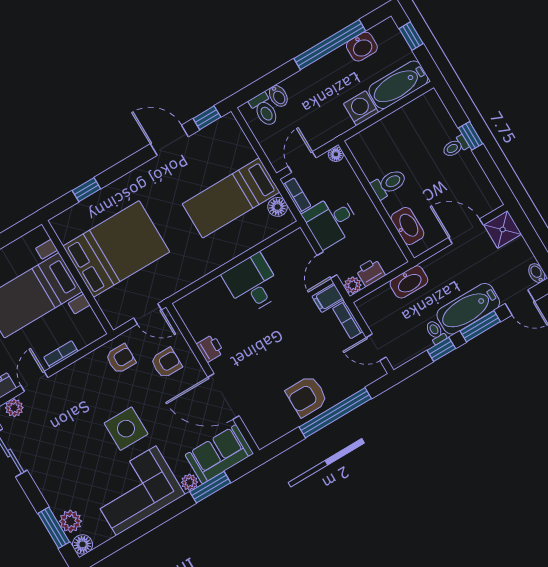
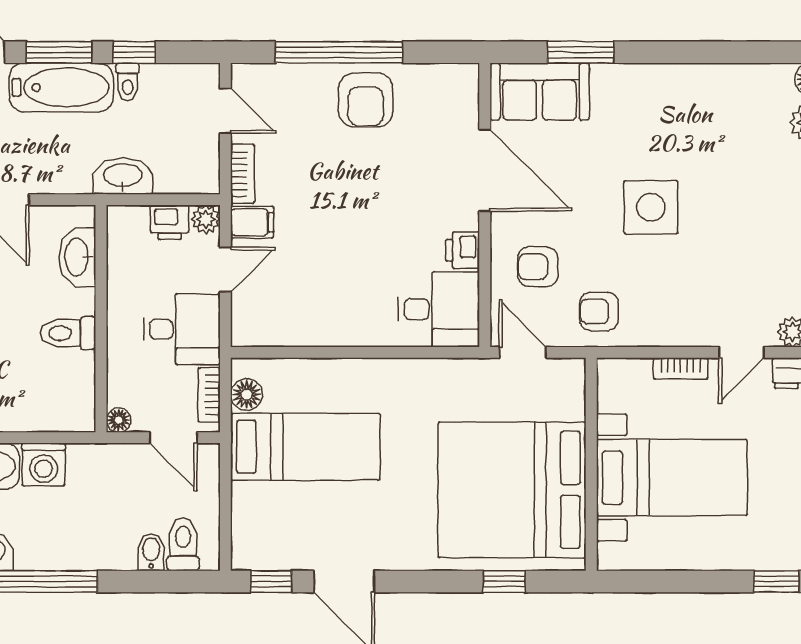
door: (302, 162) -> (173, 438), hinge flipped
bed: (116, 249) -> (512, 490), width x1.36
desk: (252, 284) -> (439, 309), moved, turned -90
armchair: (307, 396) -> (366, 100), turned 90
plant: (190, 482) -> (606, 77), removed
corner sofa: (136, 491) -> (689, 110), removed

